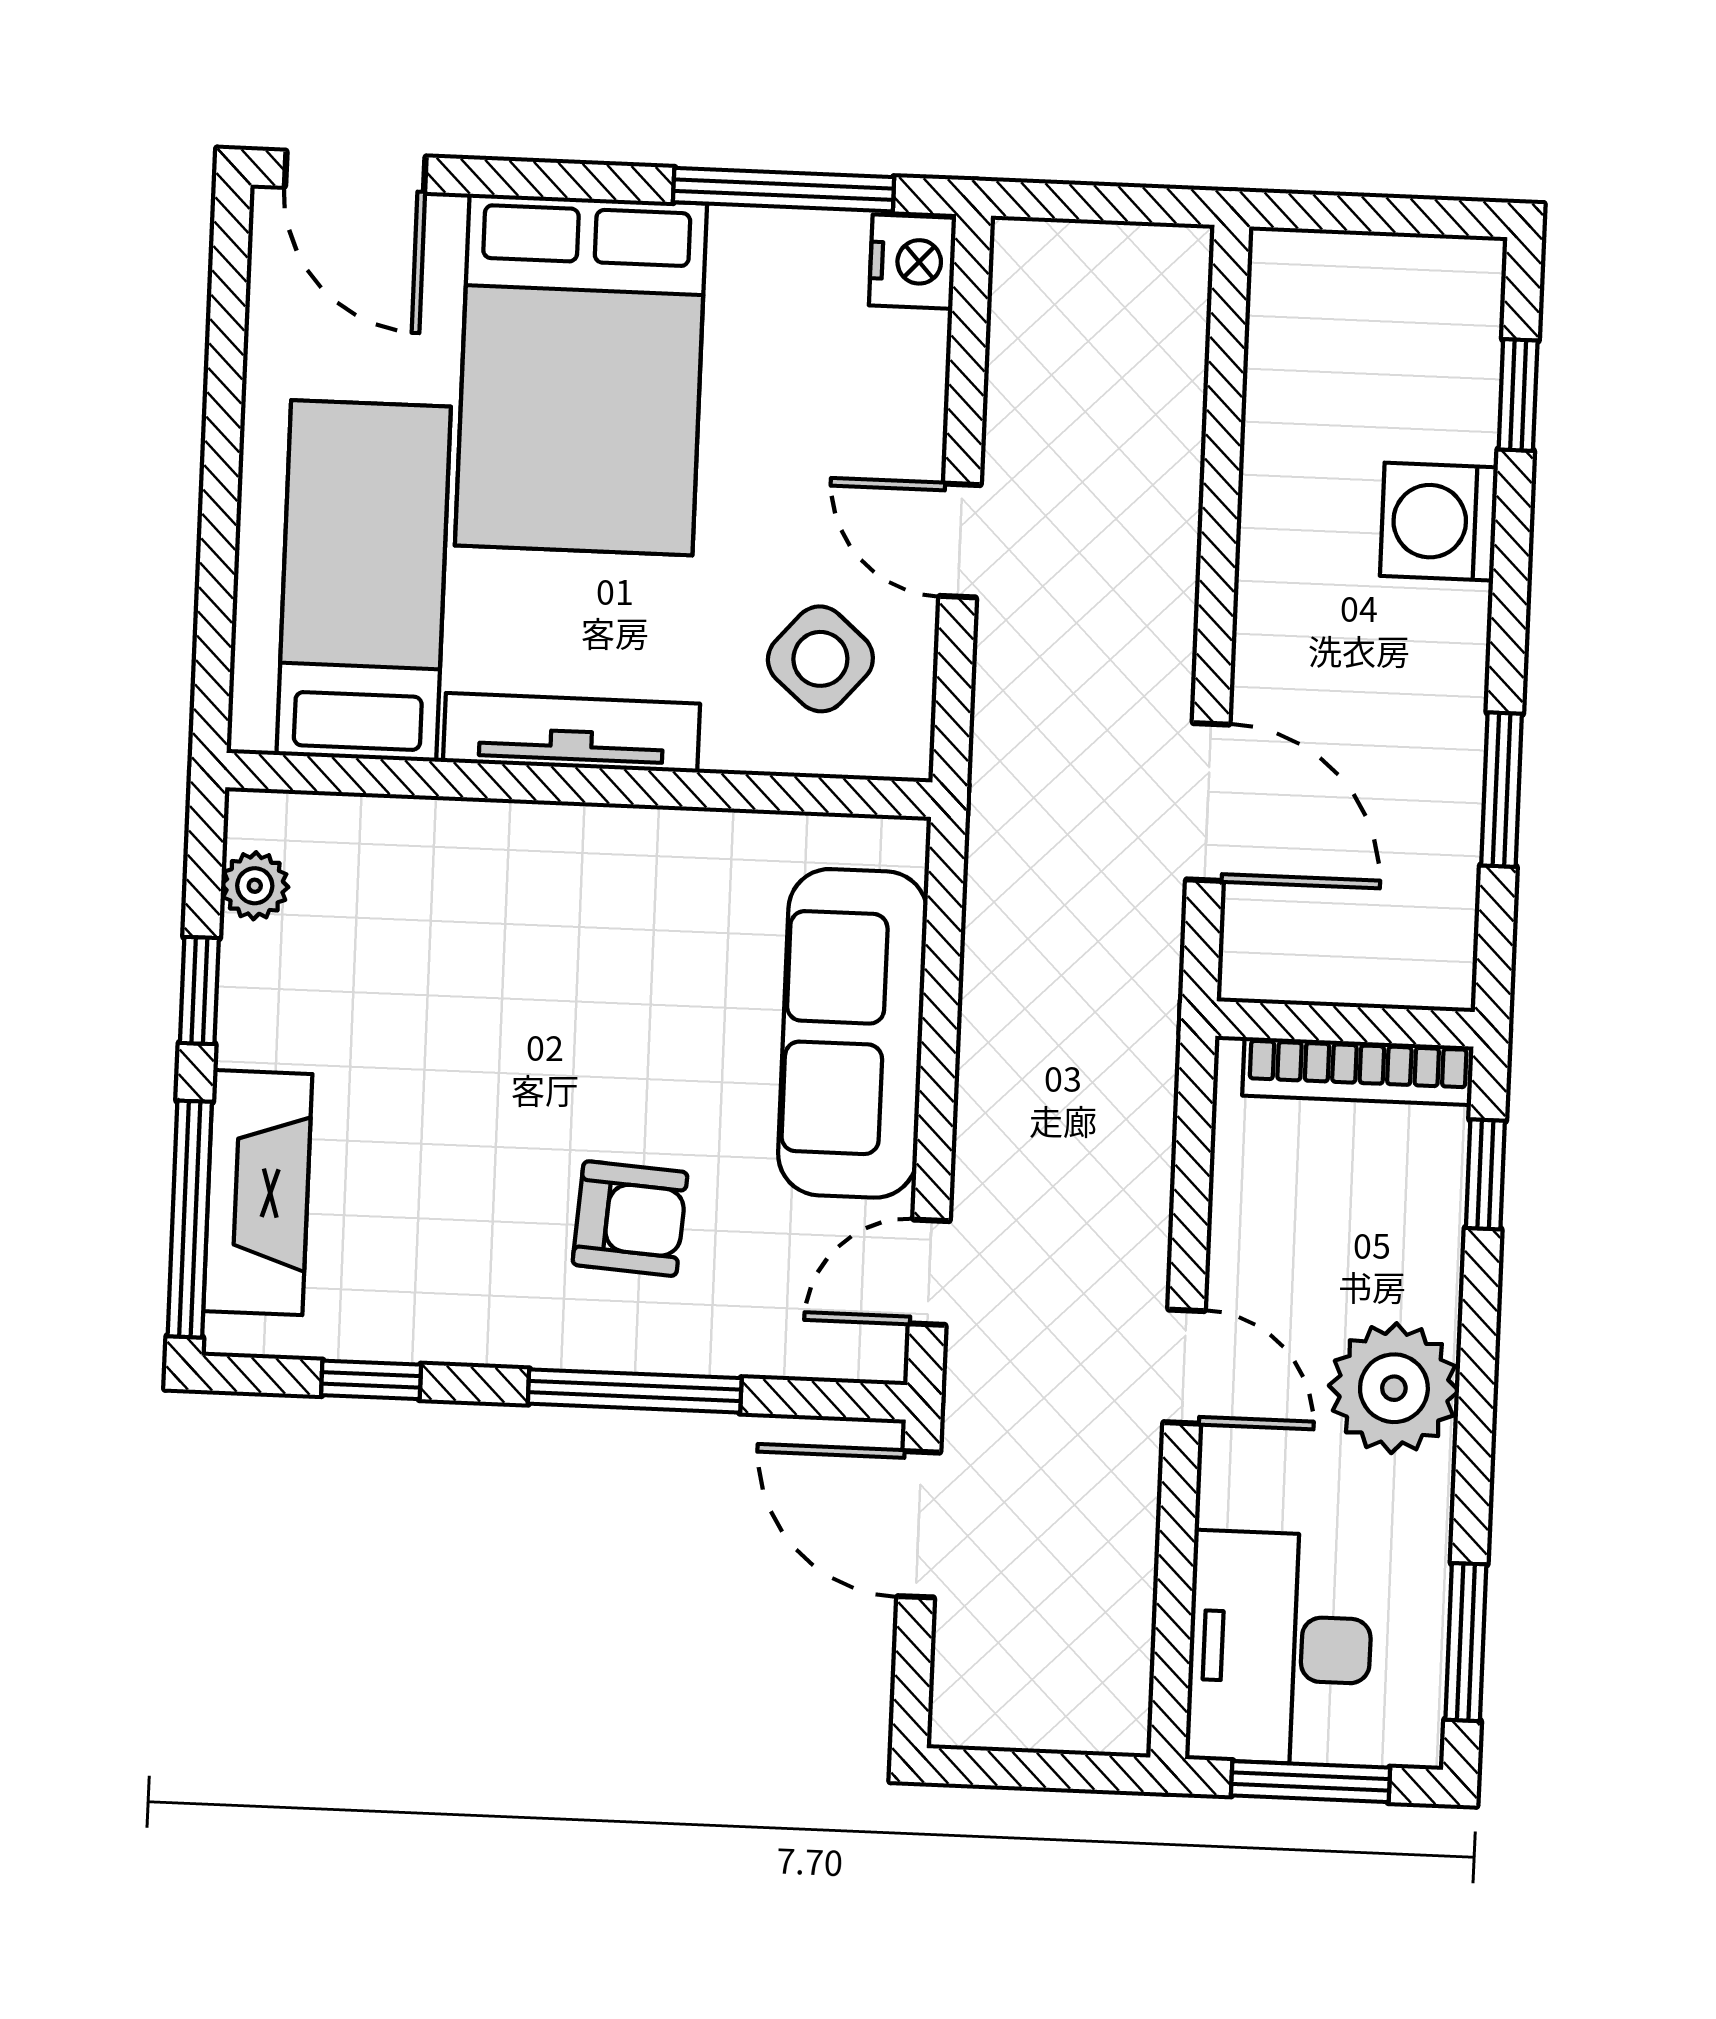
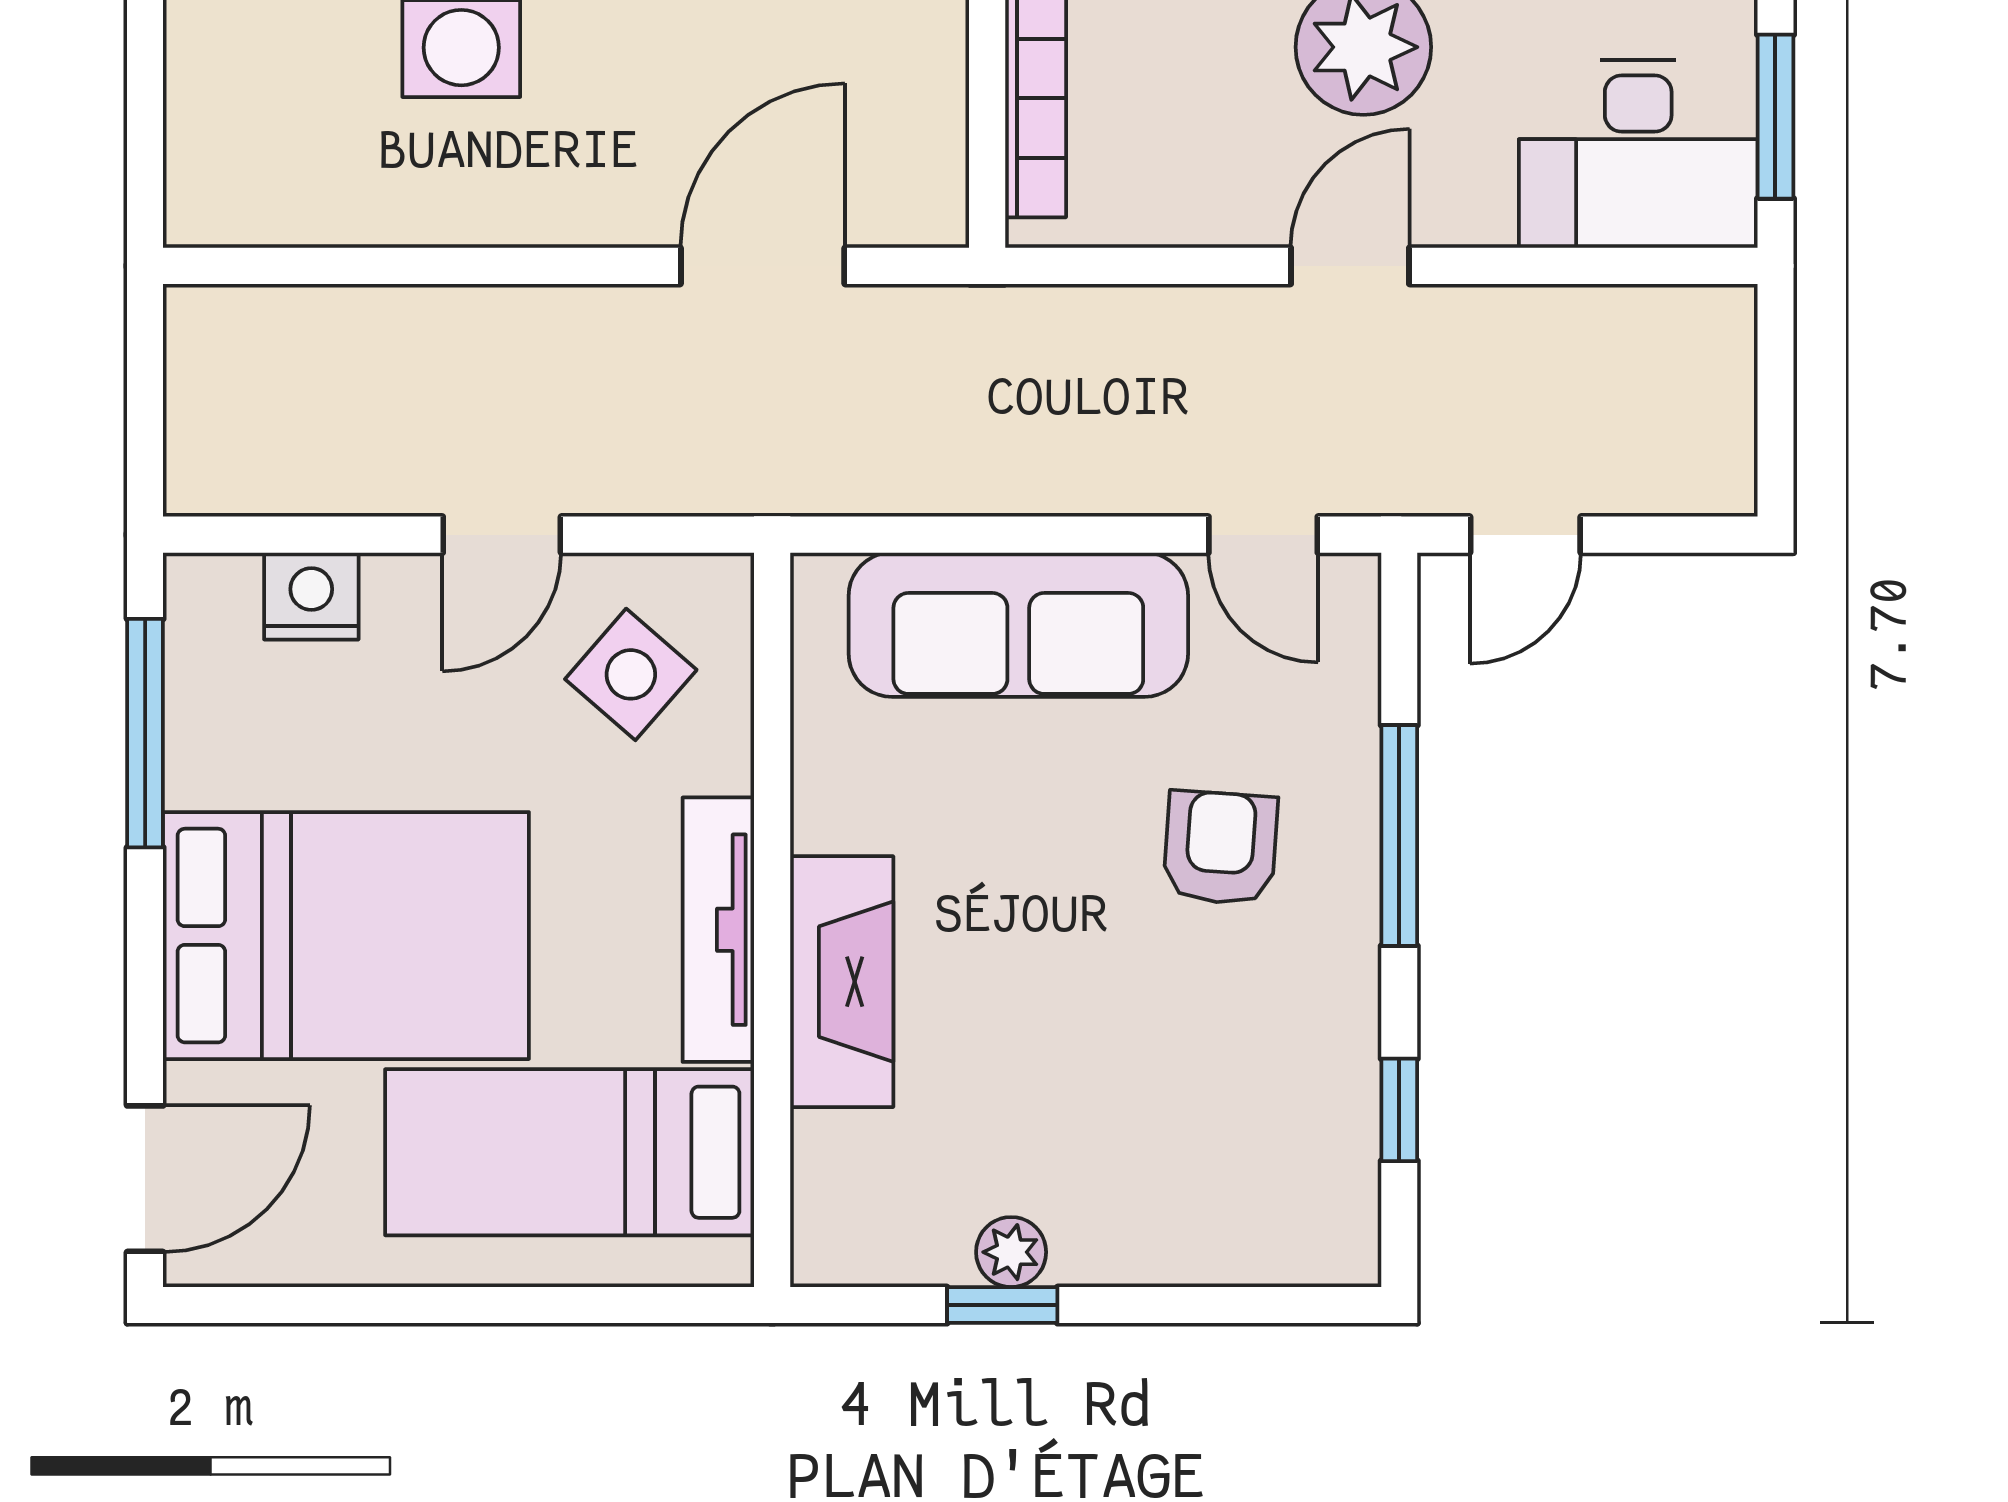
nightstand: (913, 262) -> (311, 596), moved
plant: (255, 886) -> (1011, 1252), moved
fireplace: (258, 1193) -> (842, 982), moved, turned 90
window: (190, 1219) -> (1240, 1305), removed
door: (919, 1524) -> (1525, 535), width x0.73

